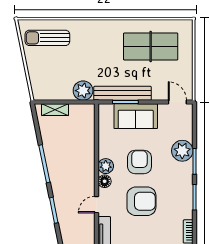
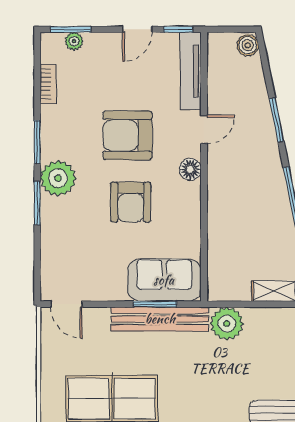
sofa: (136, 116) -> (164, 280), moved
plant: (182, 151) -> (58, 178), moved
plant: (106, 166) -> (188, 195), removed

